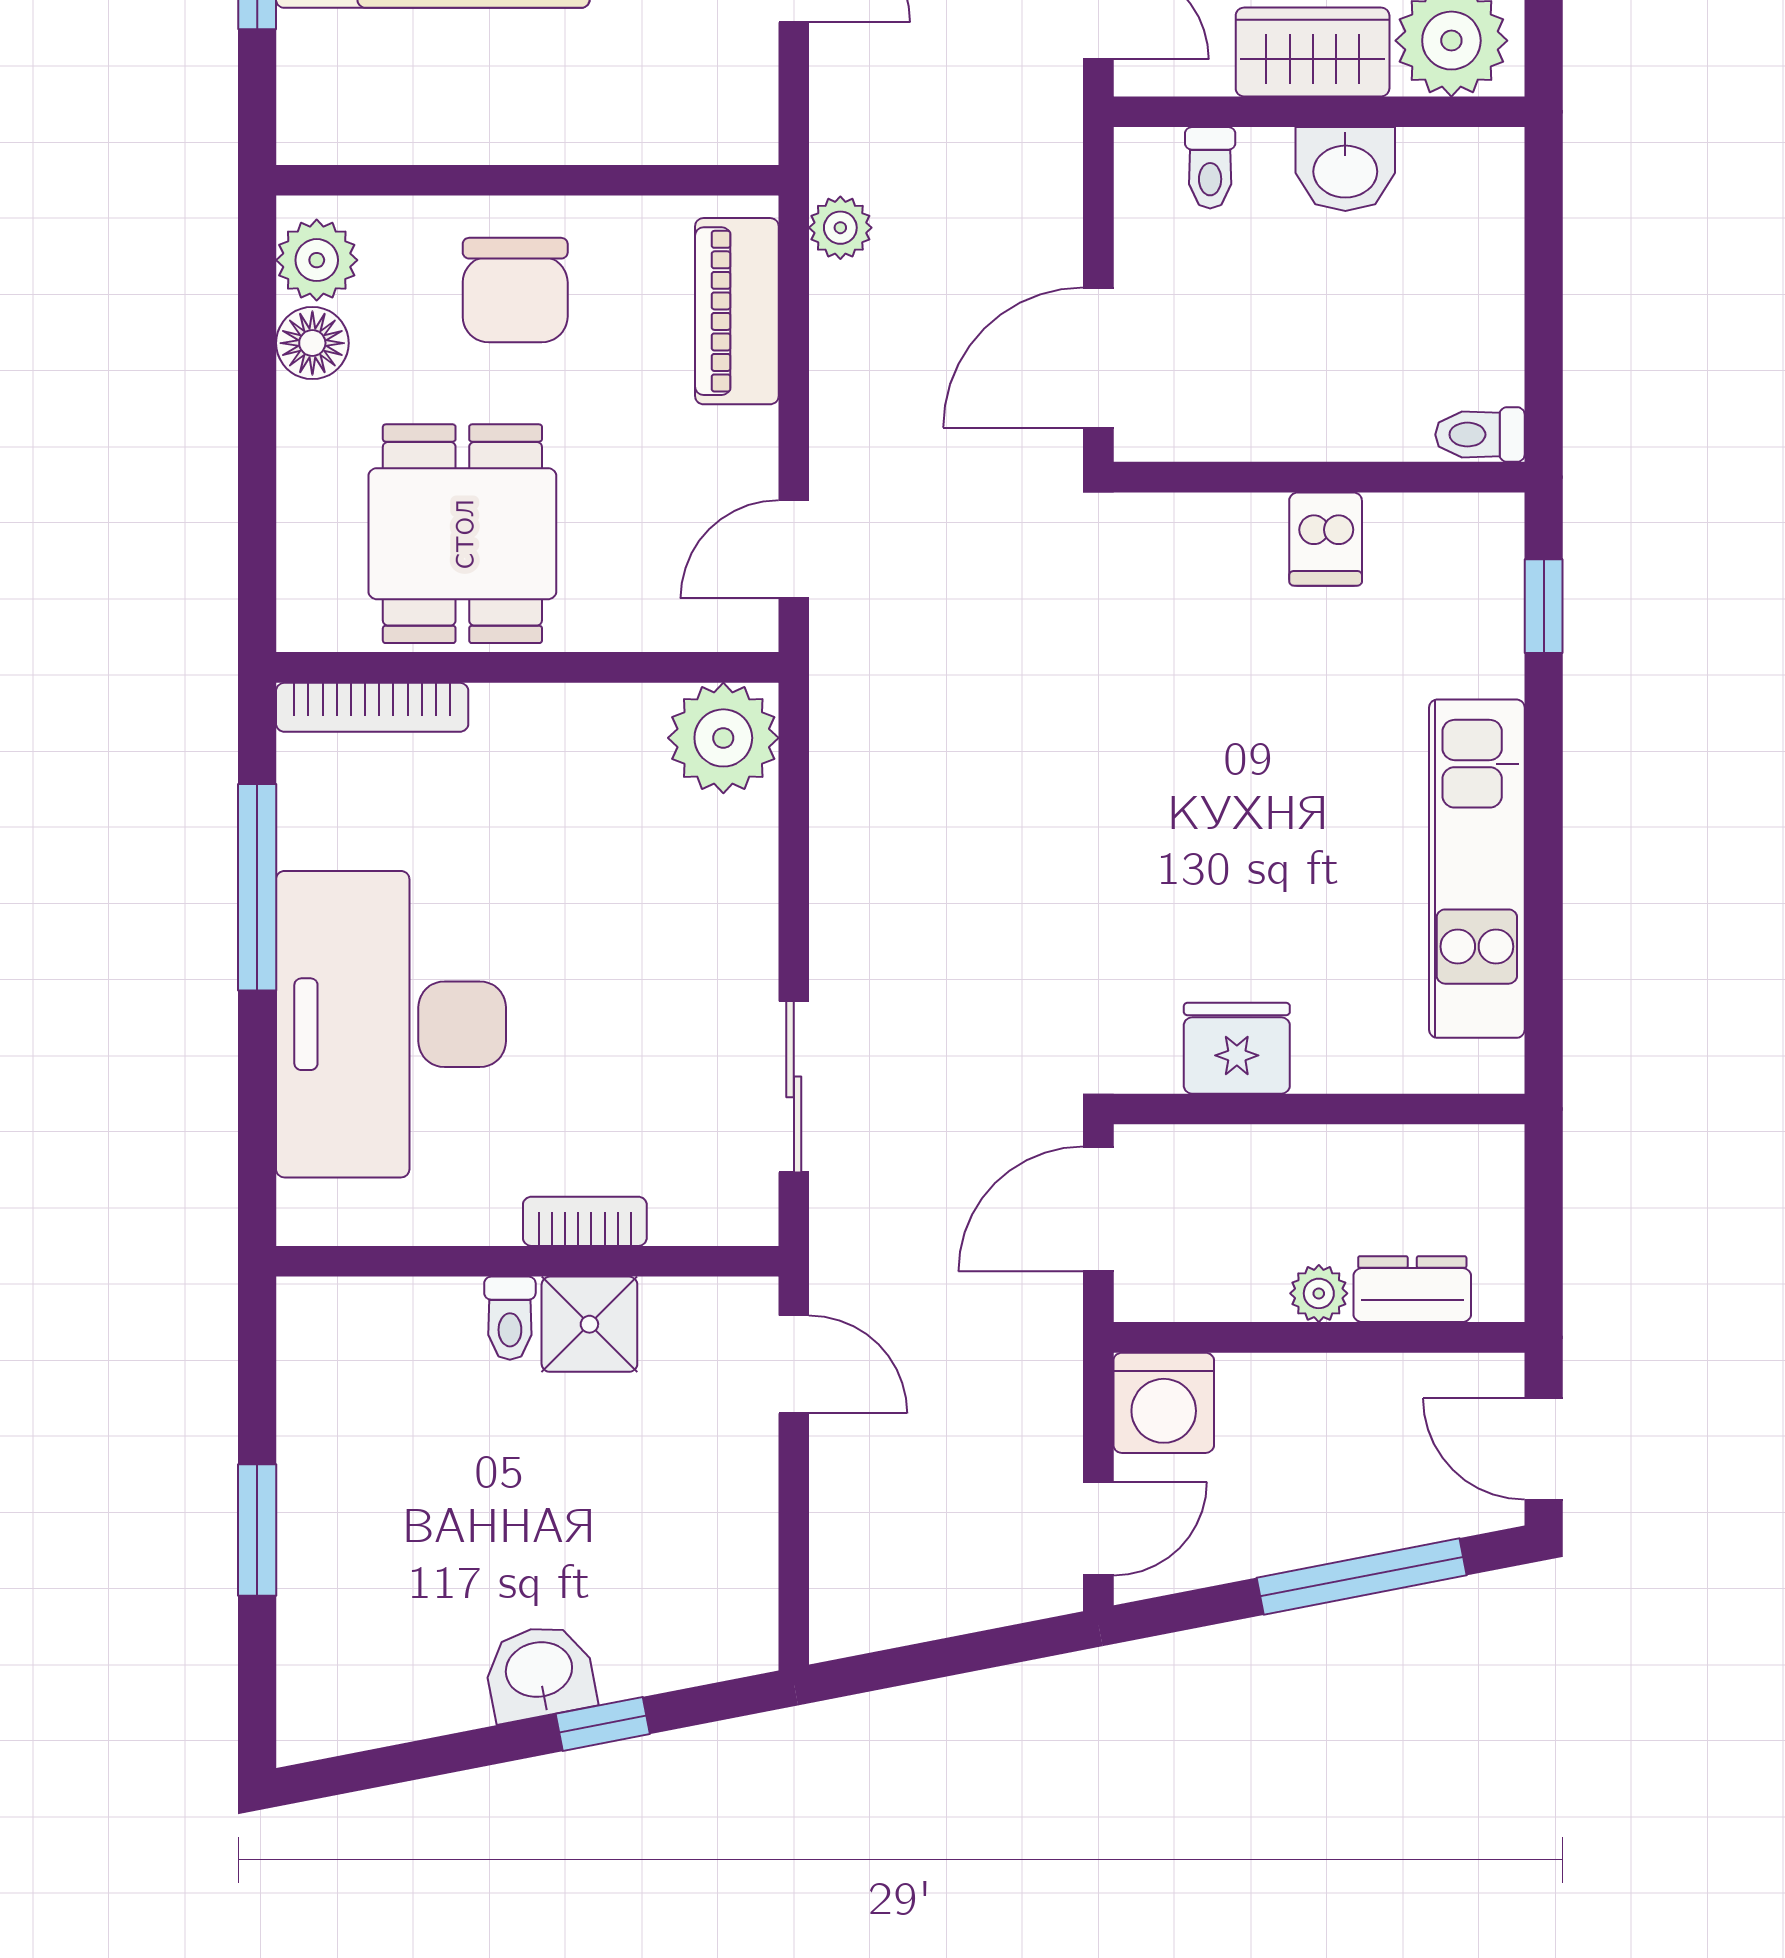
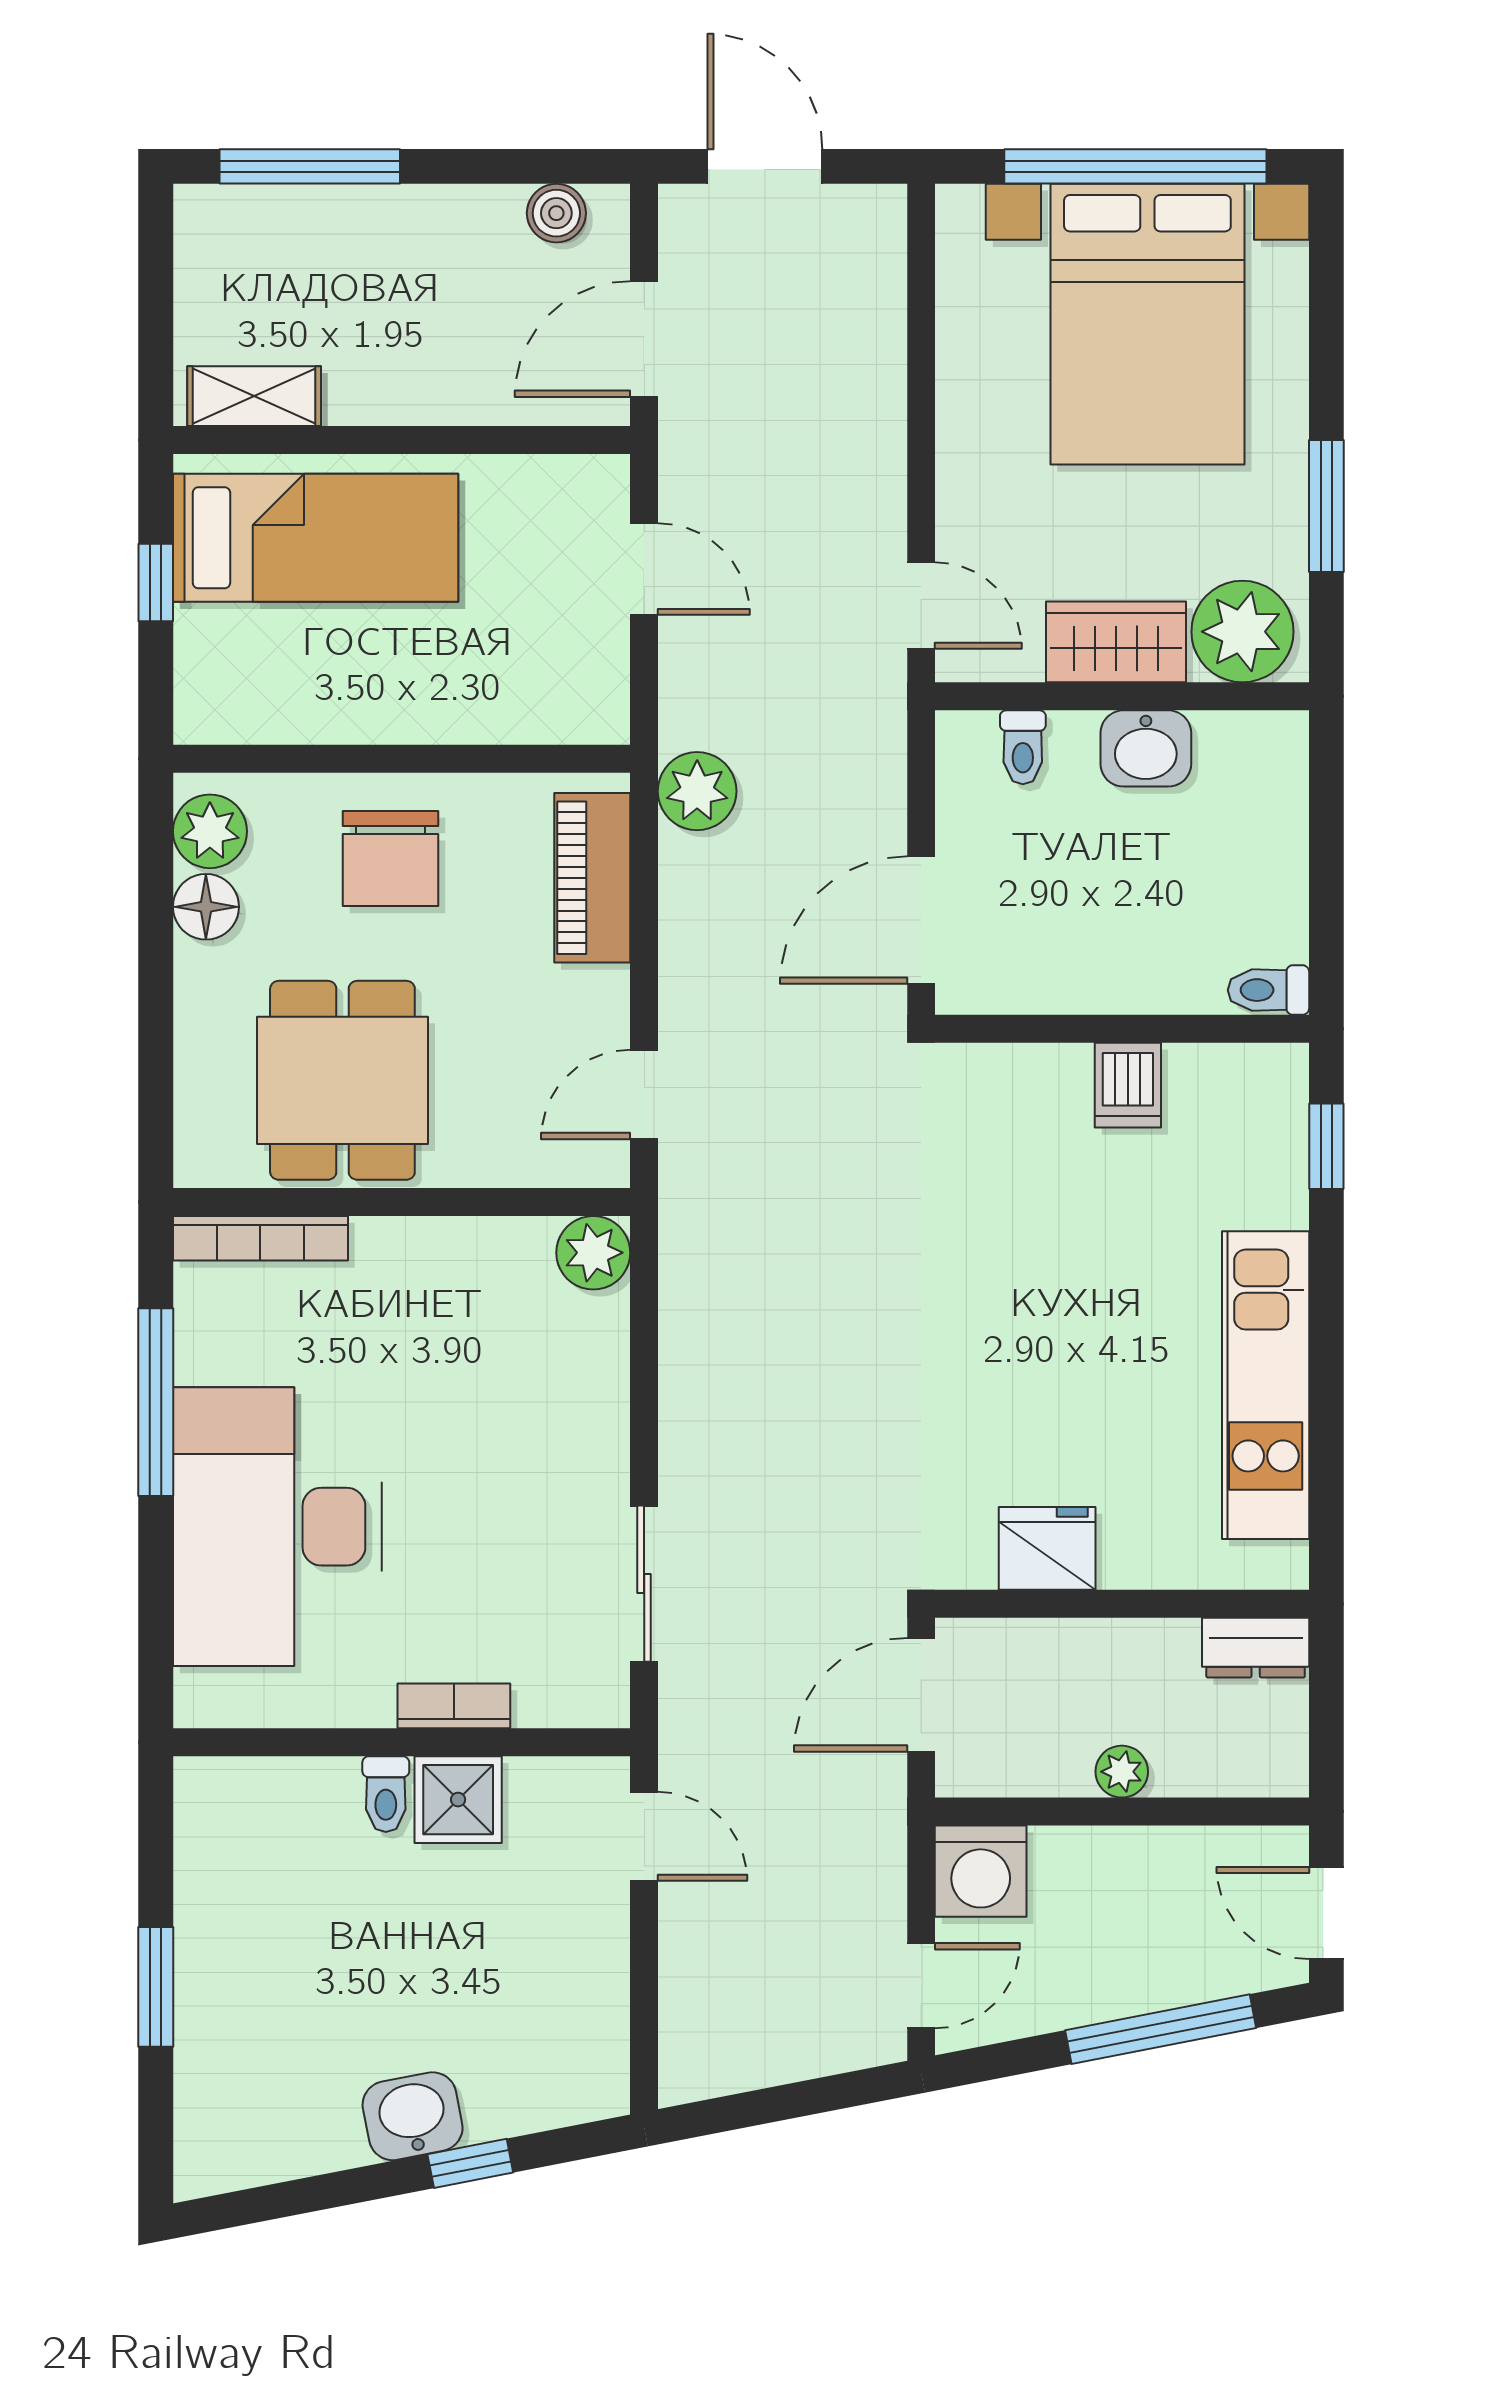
plant: (840, 228) -> (697, 791), width x1.38, depth x1.38
plant: (723, 738) -> (593, 1253), width x0.73, depth x0.73
dresser: (1412, 1289) -> (1256, 1648), moved, turned 180

